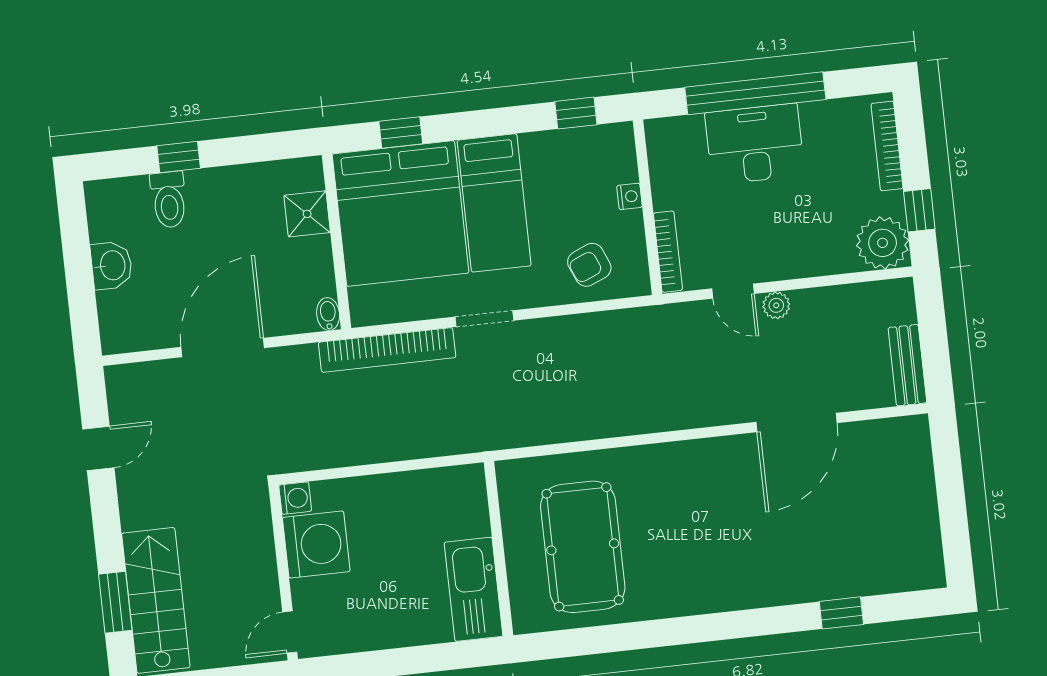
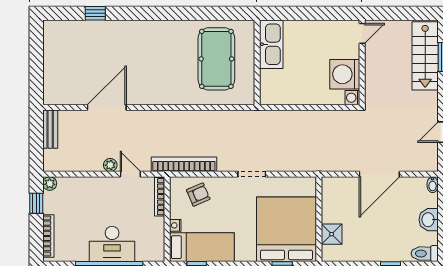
toilet: (169, 200) -> (425, 254), moved, turned -90
bed: (494, 203) -> (202, 247), moved, turned 90
plant: (883, 243) -> (50, 184), width x0.53, depth x0.53
bidet: (328, 314) -> (433, 185), moved
bookcase: (387, 350) -> (184, 164), moved

